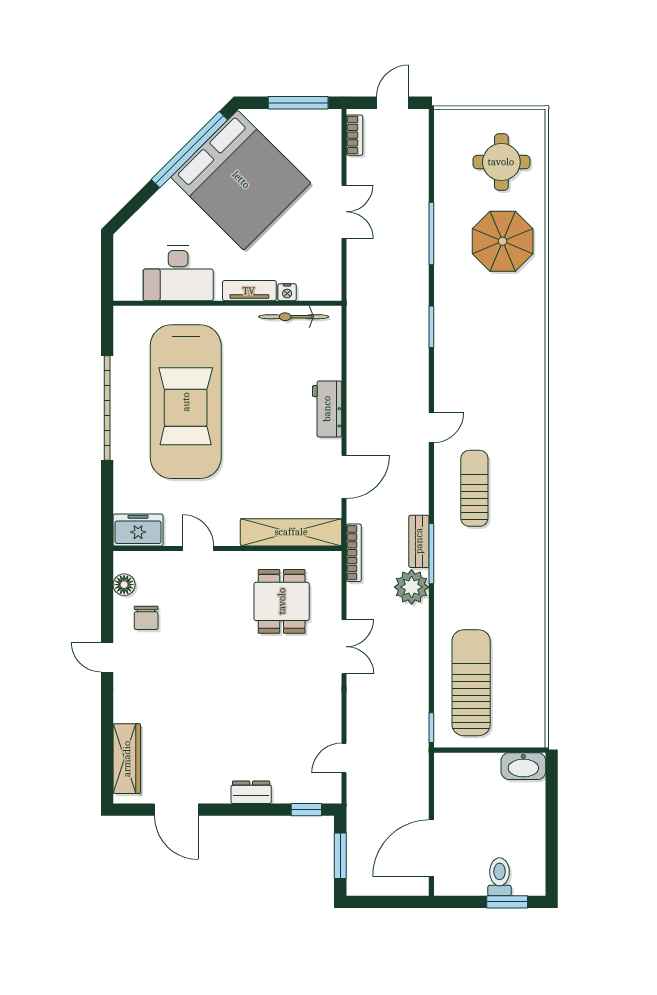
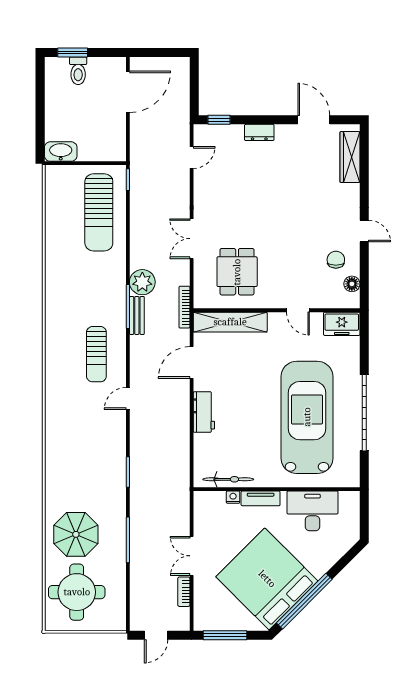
bookcase: (354, 135) -> (184, 592), moved
round table: (501, 162) -> (77, 592), width x1.36, depth x1.36
window: (340, 856) -> (194, 86), removed

